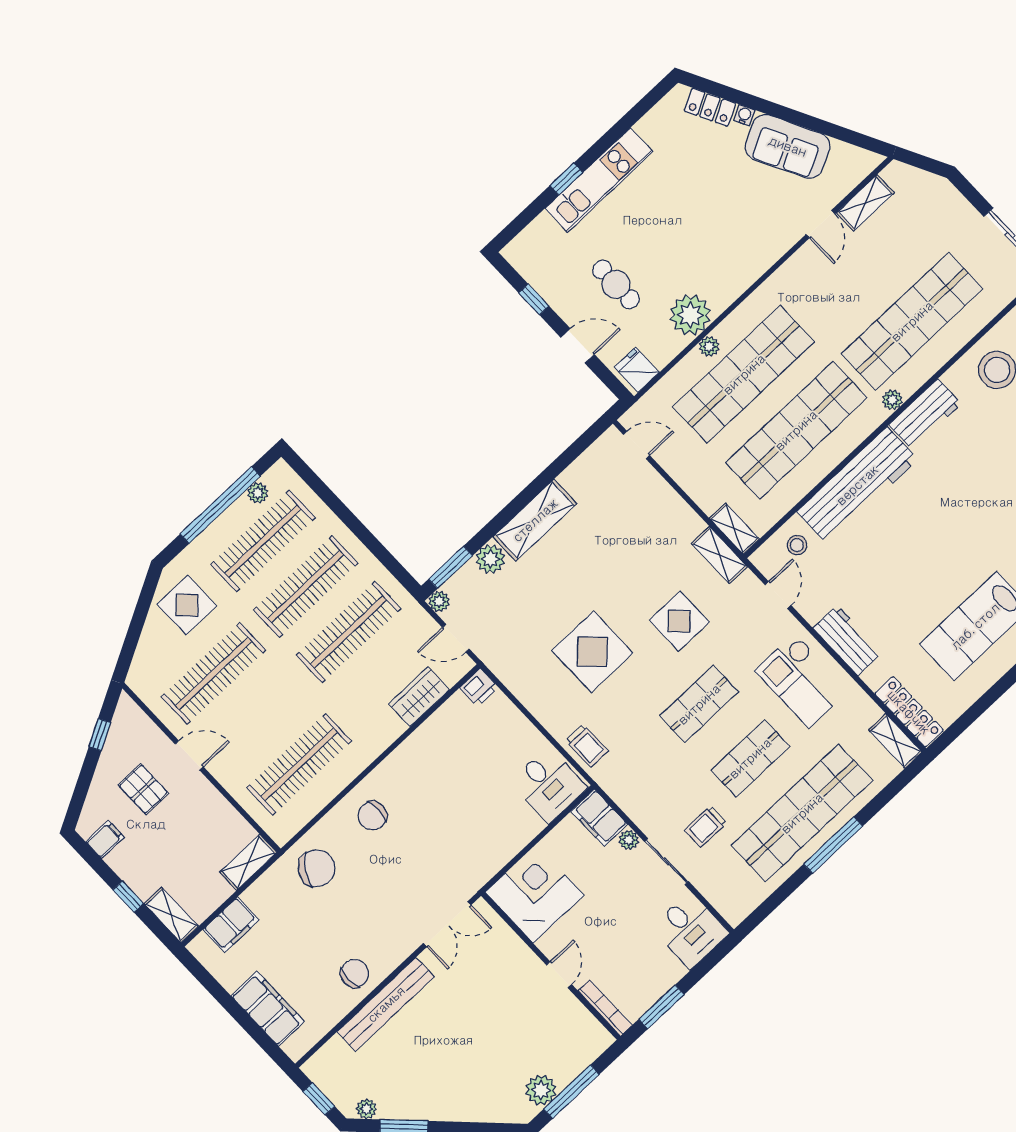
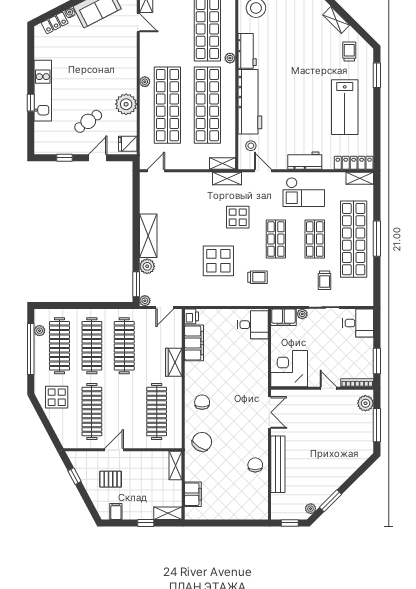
cafe table: (616, 284) -> (88, 121), turned -36
plant: (709, 347) -> (145, 82), moved
wardrobe: (419, 697) -> (174, 362), moved
trolley: (587, 746) -> (258, 277), moved
chair: (372, 816) -> (202, 402), turned 180
filing cabinet: (268, 1009) -> (194, 343), moved, turned 90
plant: (541, 1090) -> (365, 403), moved

